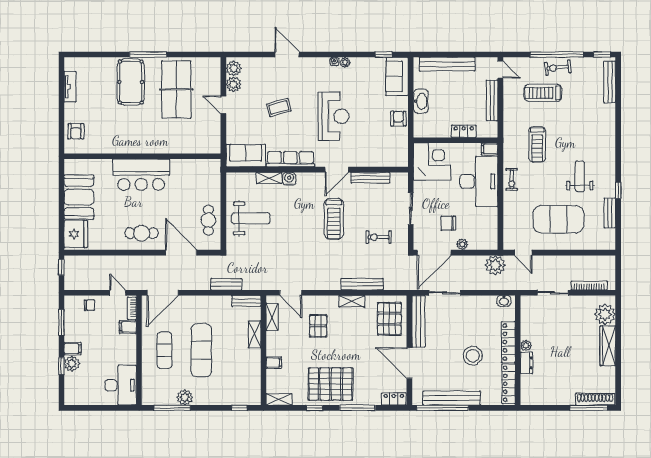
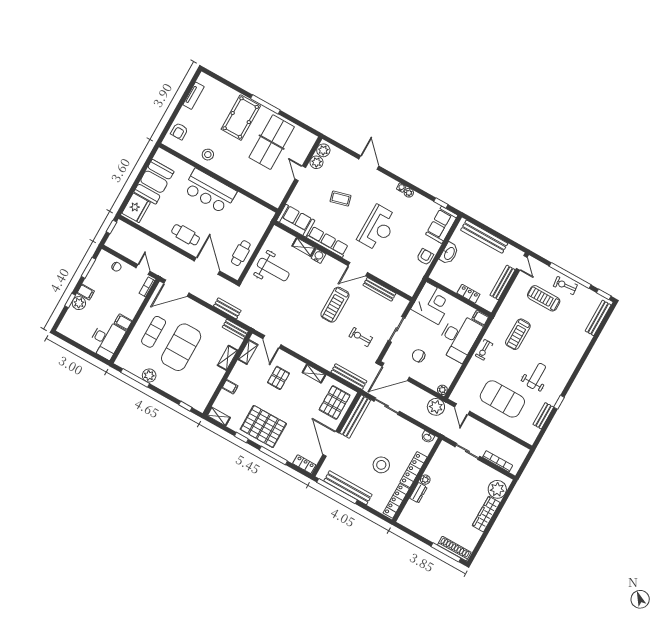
stool: (118, 139) -> (208, 155), added
plant: (462, 244) -> (442, 390), moved
bench: (362, 284) -> (349, 377), moved
filing cabinet: (128, 327) -> (123, 322), moved
exercise mat: (201, 350) -> (181, 347), width x1.47

